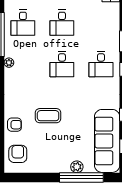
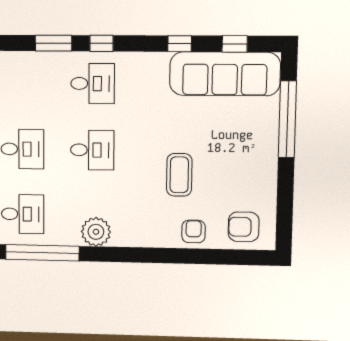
plant: (9, 63) -> (96, 232), width x1.88, depth x1.88
plant: (77, 167) -> (269, 127), removed

